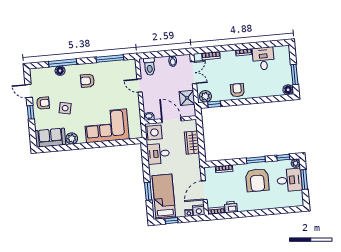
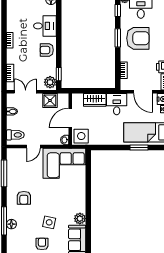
desk: (263, 59) -> (45, 26), moved, turned 180
corner sofa: (106, 126) -> (64, 163), moved, turned -90
desk: (158, 154) -> (117, 104), moved, turned 180

